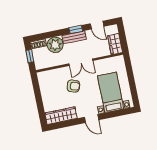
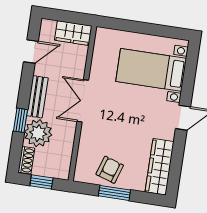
window: (76, 29) -> (21, 120), moved
double door: (81, 62) -> (83, 101), swing flipped
armchair: (73, 86) -> (110, 170), moved
window: (38, 97) -> (114, 193), added

